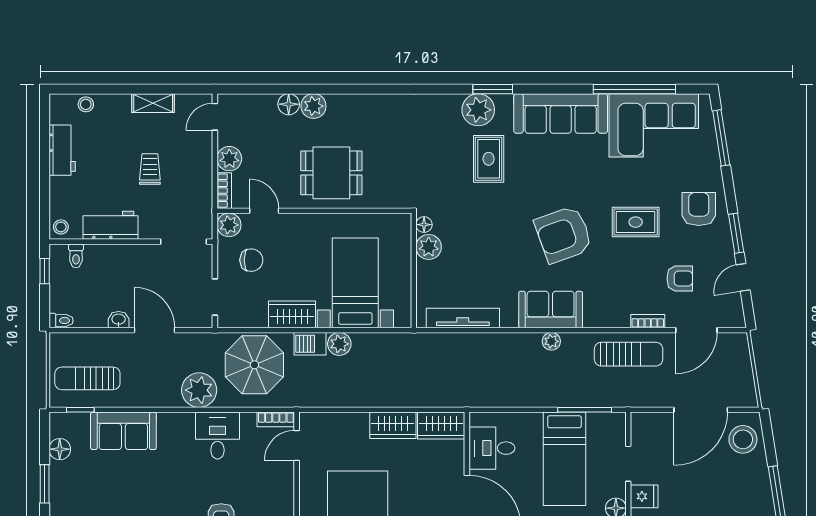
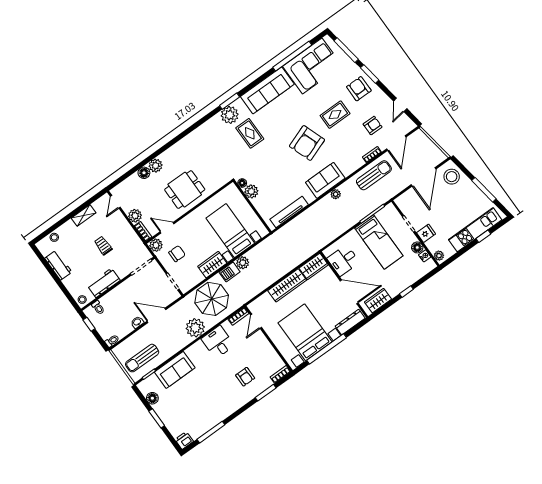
window: (736, 233) -> (370, 74), moved
wardrobe: (393, 425) -> (287, 285), width x1.50

